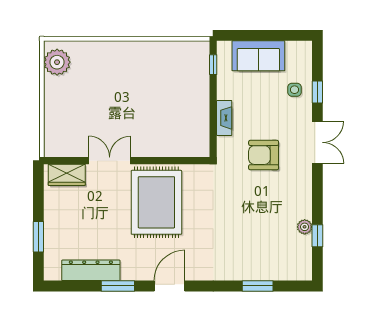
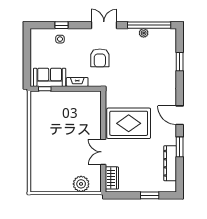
sofa: (258, 56) -> (50, 77), moved, turned -90
plant: (57, 62) -> (81, 184), moved
double door: (317, 142) -> (104, 25), moved
window: (317, 236) -> (149, 25), width x3.17

